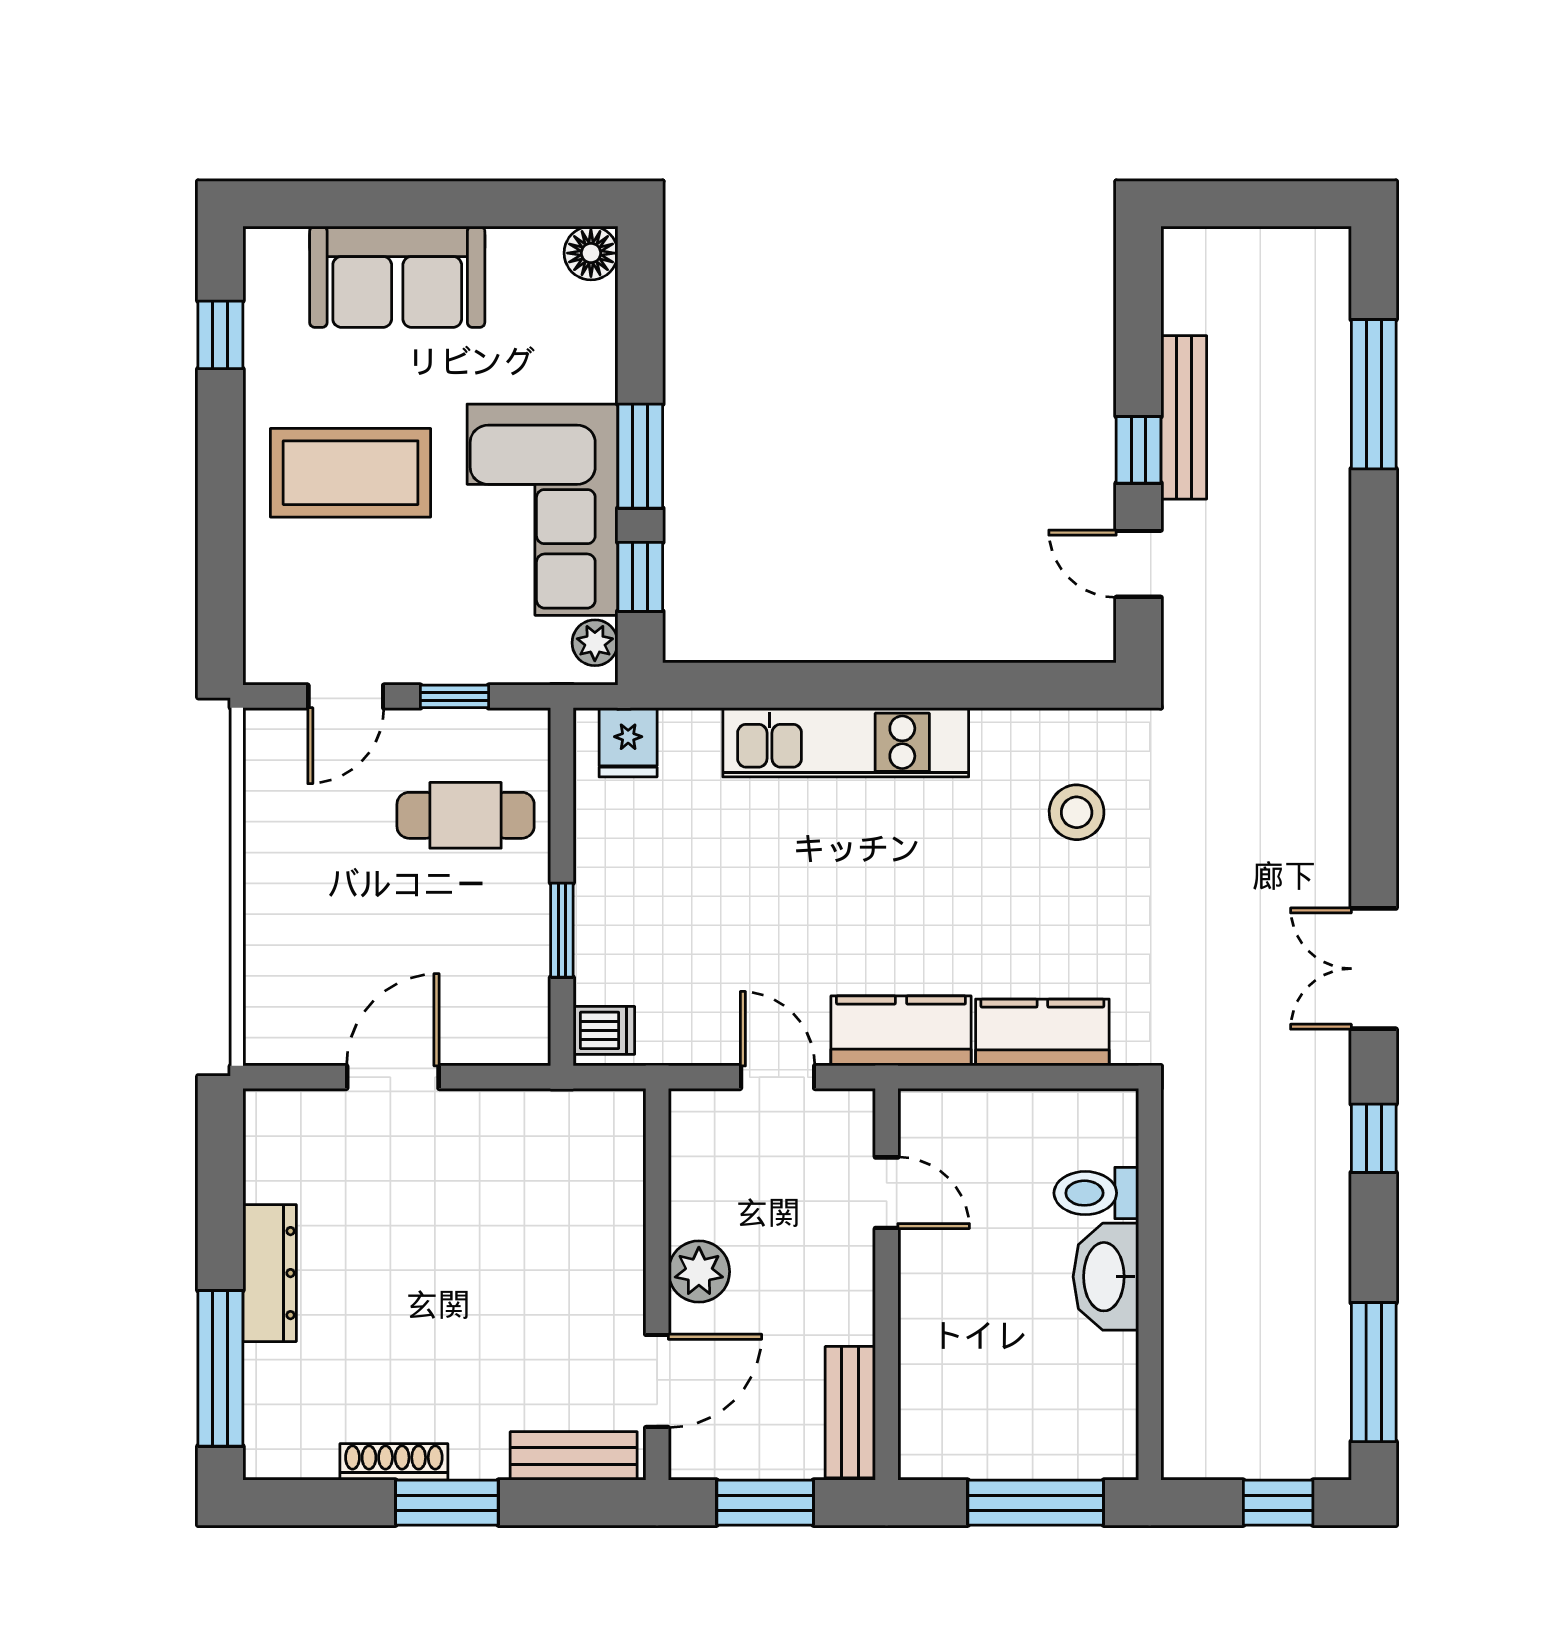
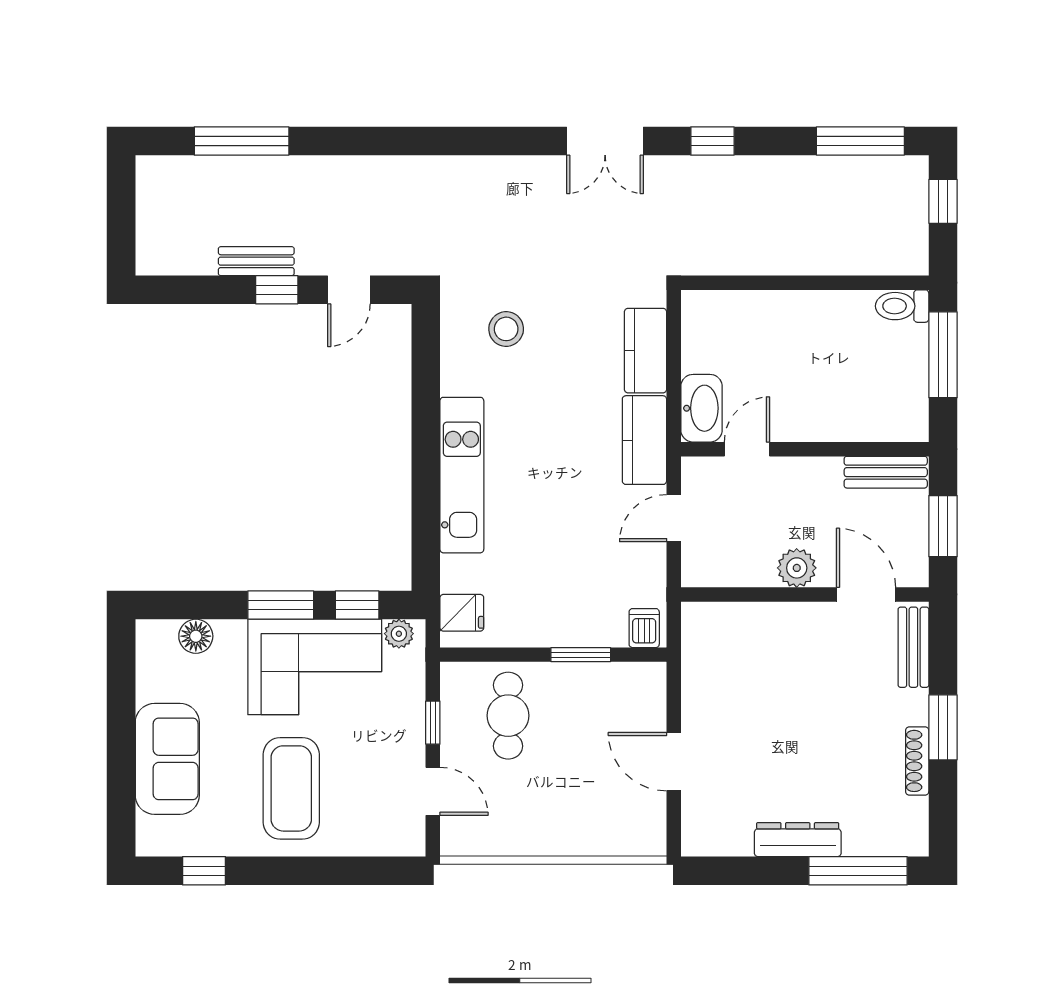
floor lamp: (591, 253) -> (196, 636), moved
bench: (1184, 417) -> (256, 261), width x0.73
toilet: (1096, 1193) -> (902, 306), moved, turned 90
washbasin: (1106, 1277) -> (702, 408), moved, turned -90

